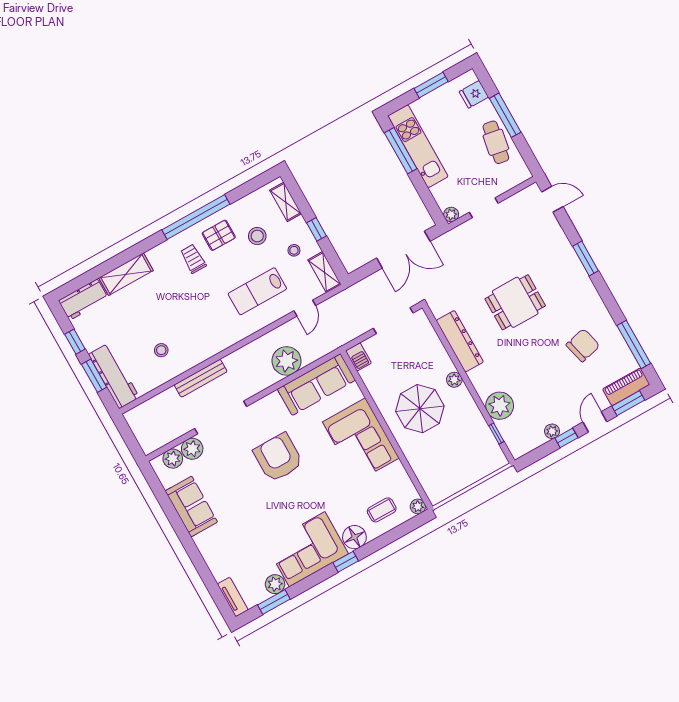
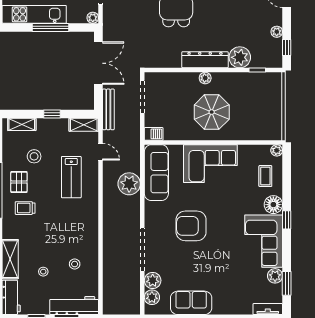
window: (401, 151) -> (51, 28), moved
stool: (294, 250) -> (43, 272), moved
dresser: (460, 341) -> (205, 60), moved
bench: (201, 378) -> (108, 109), moved
window: (566, 438) -> (287, 47), moved

